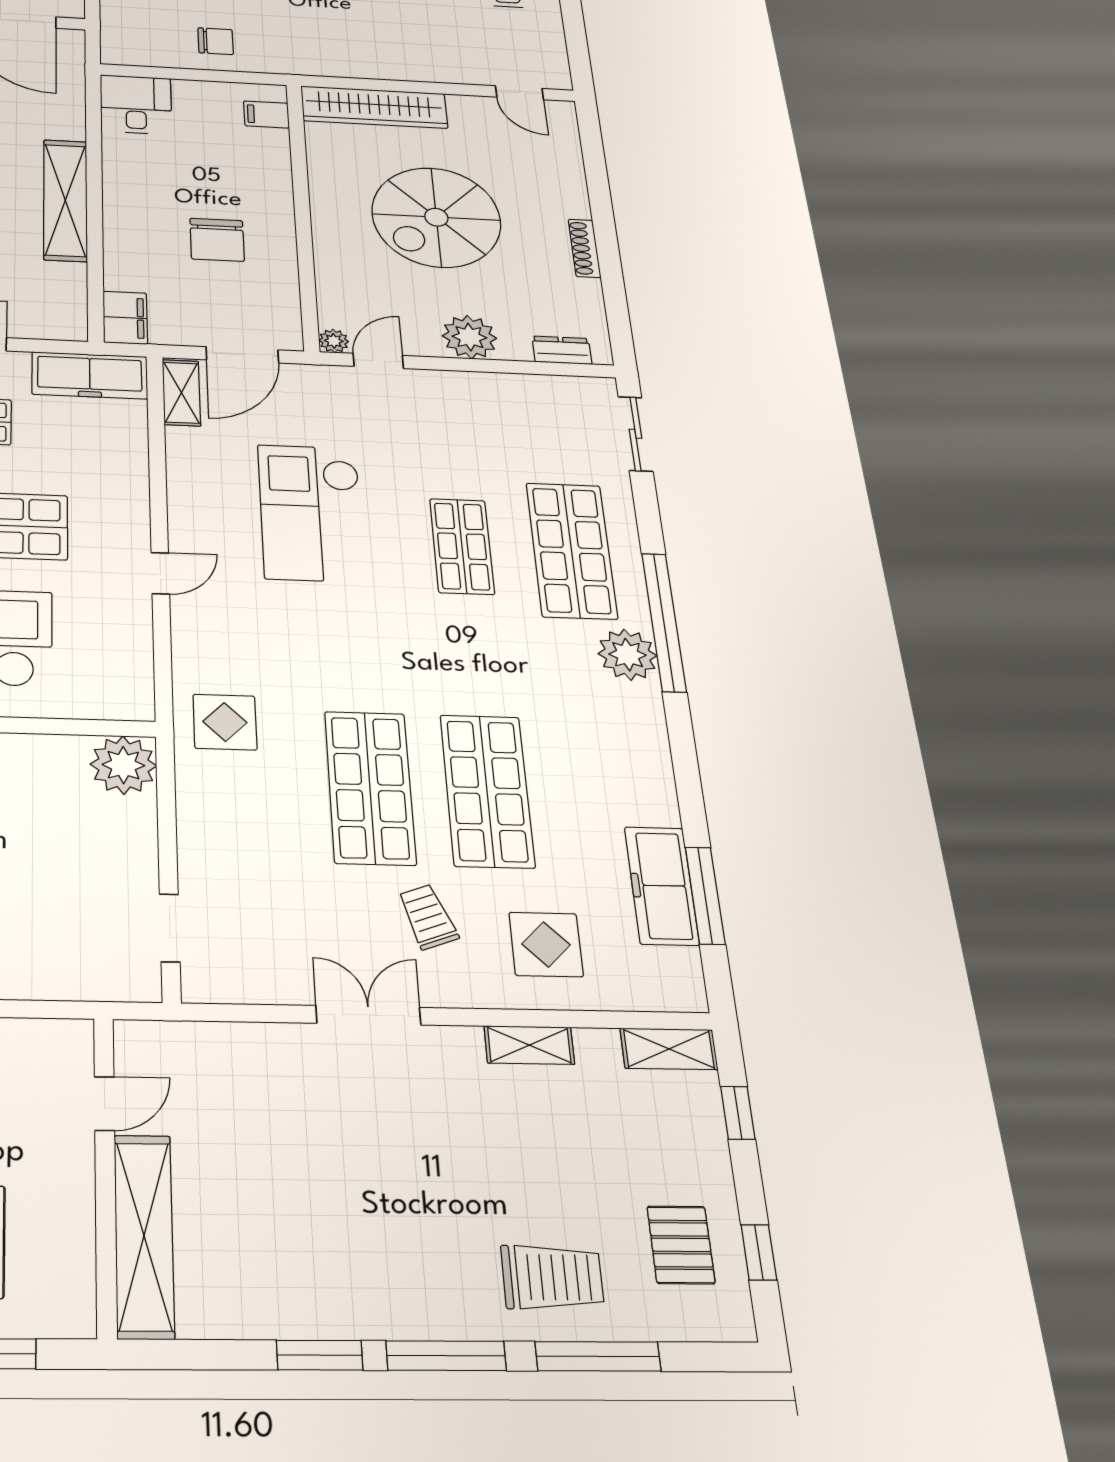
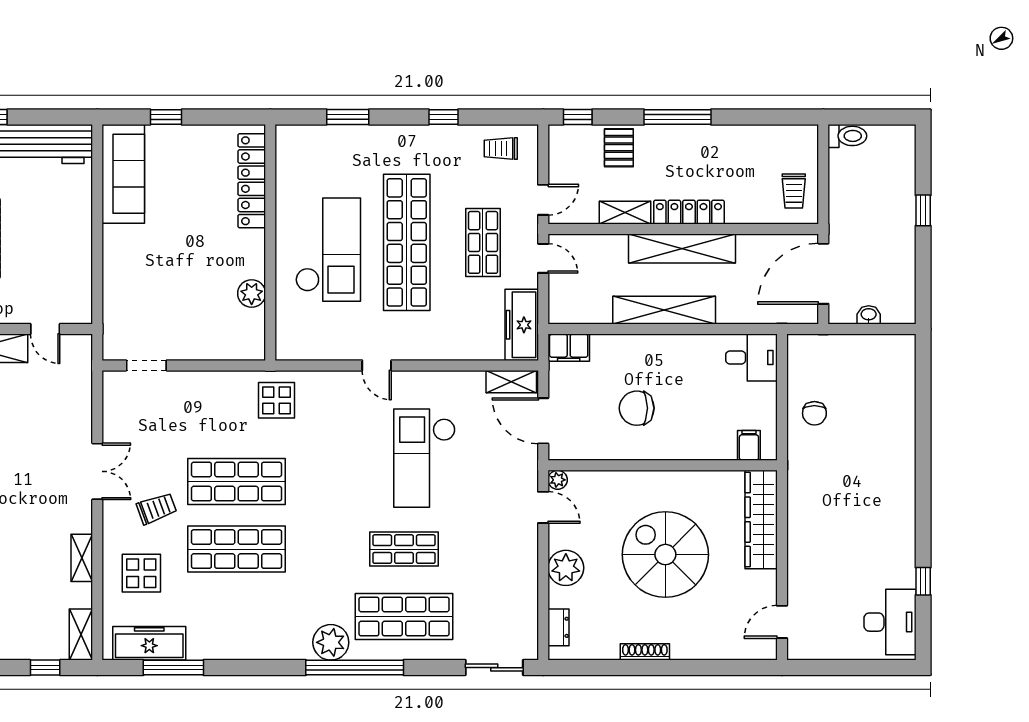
checkout: (311, 513) -> (424, 458), turned -90
plant: (123, 765) -> (252, 294), moved, width x0.73, depth x0.73
freezer: (662, 886) -> (149, 643), moved

